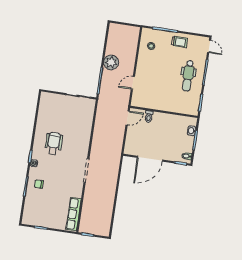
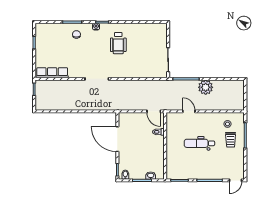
trolley: (179, 42) -> (231, 140), moved
dental chair: (188, 76) -> (199, 143), moved
wheelchair: (54, 143) -> (118, 43), turned 90

